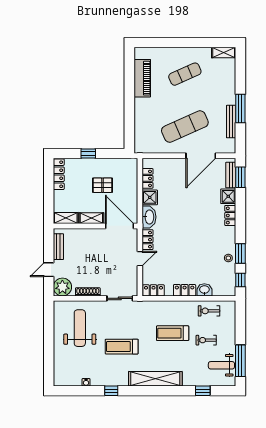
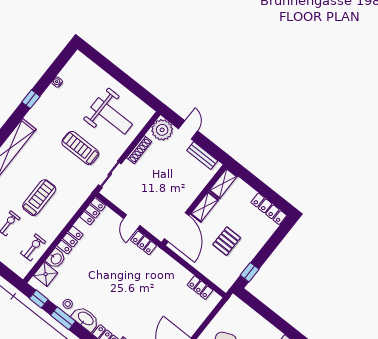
window: (88, 153) -> (250, 272), moved
shower: (150, 197) -> (46, 274), moved
washbasin: (149, 217) -> (85, 319), moved, turned 180
door: (120, 226) -> (177, 227), hinge flipped
treadmill: (122, 347) -> (80, 148), moved, turned -90

